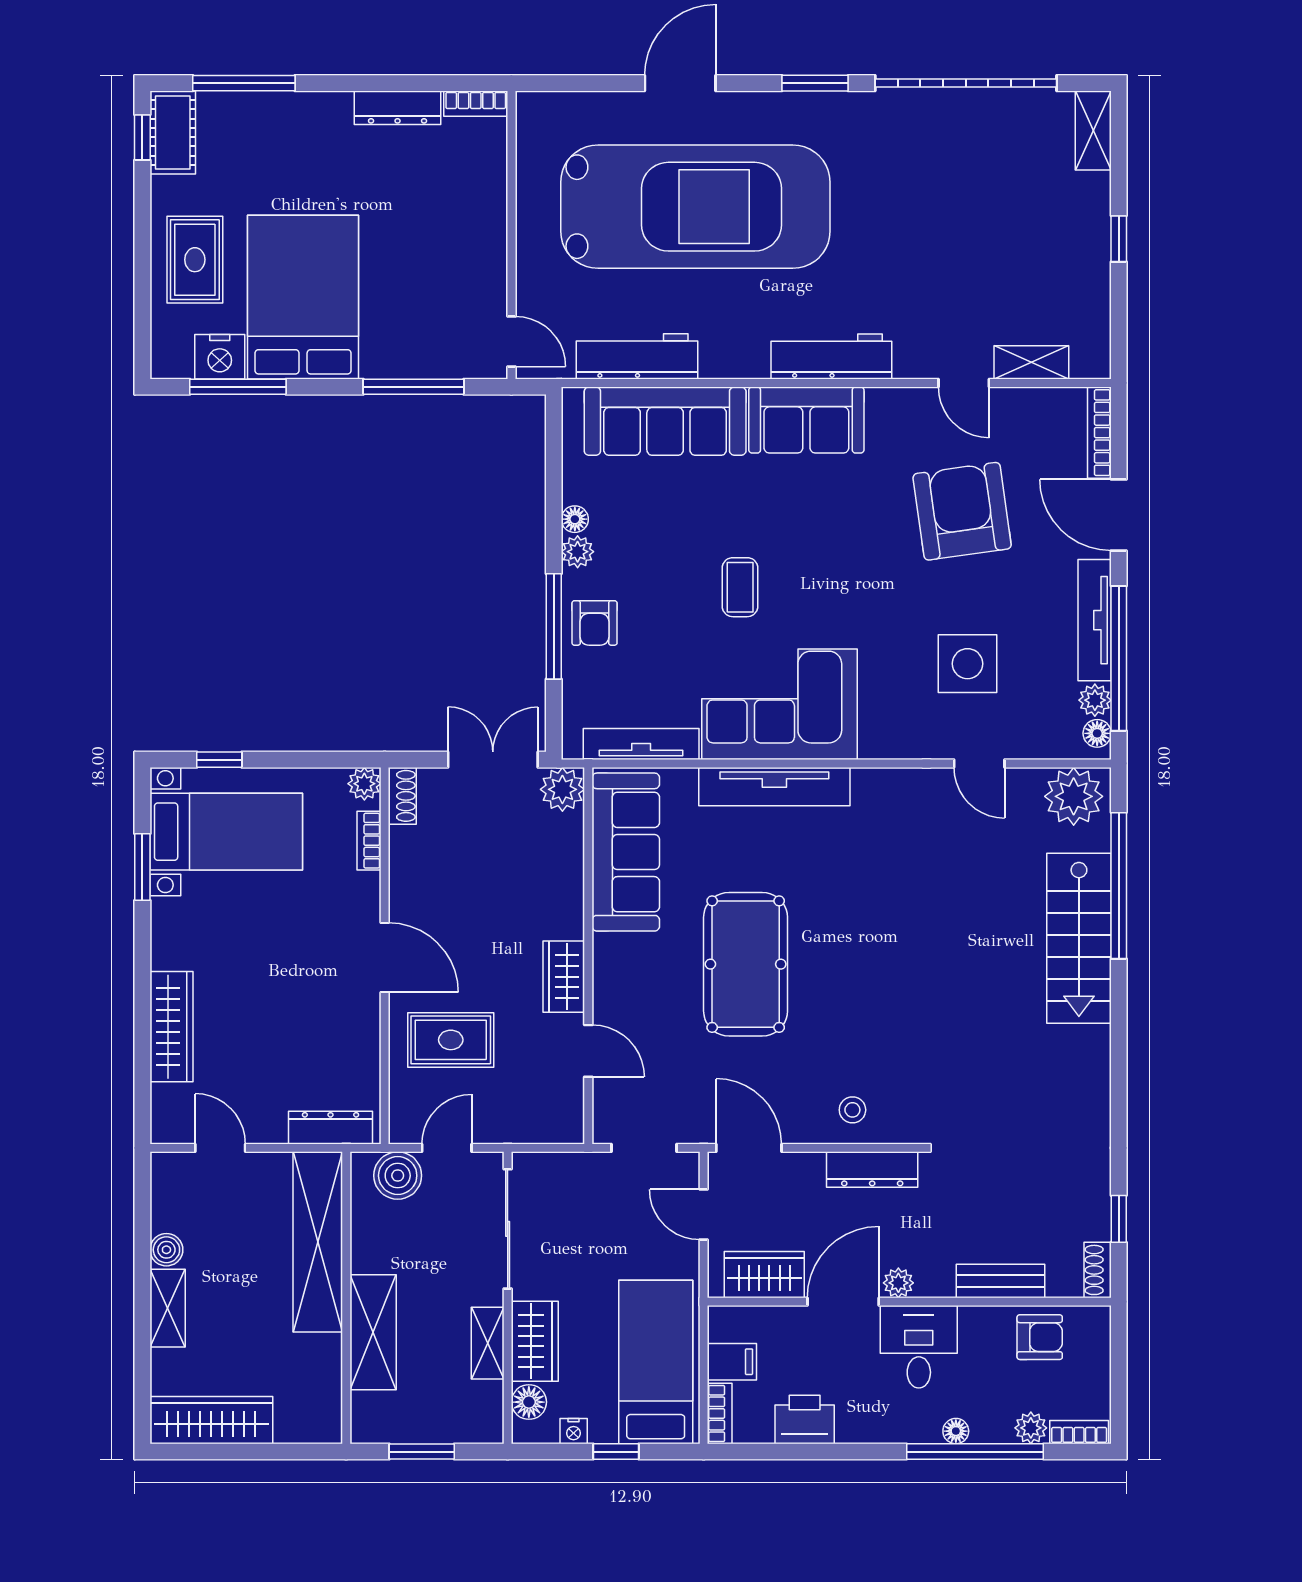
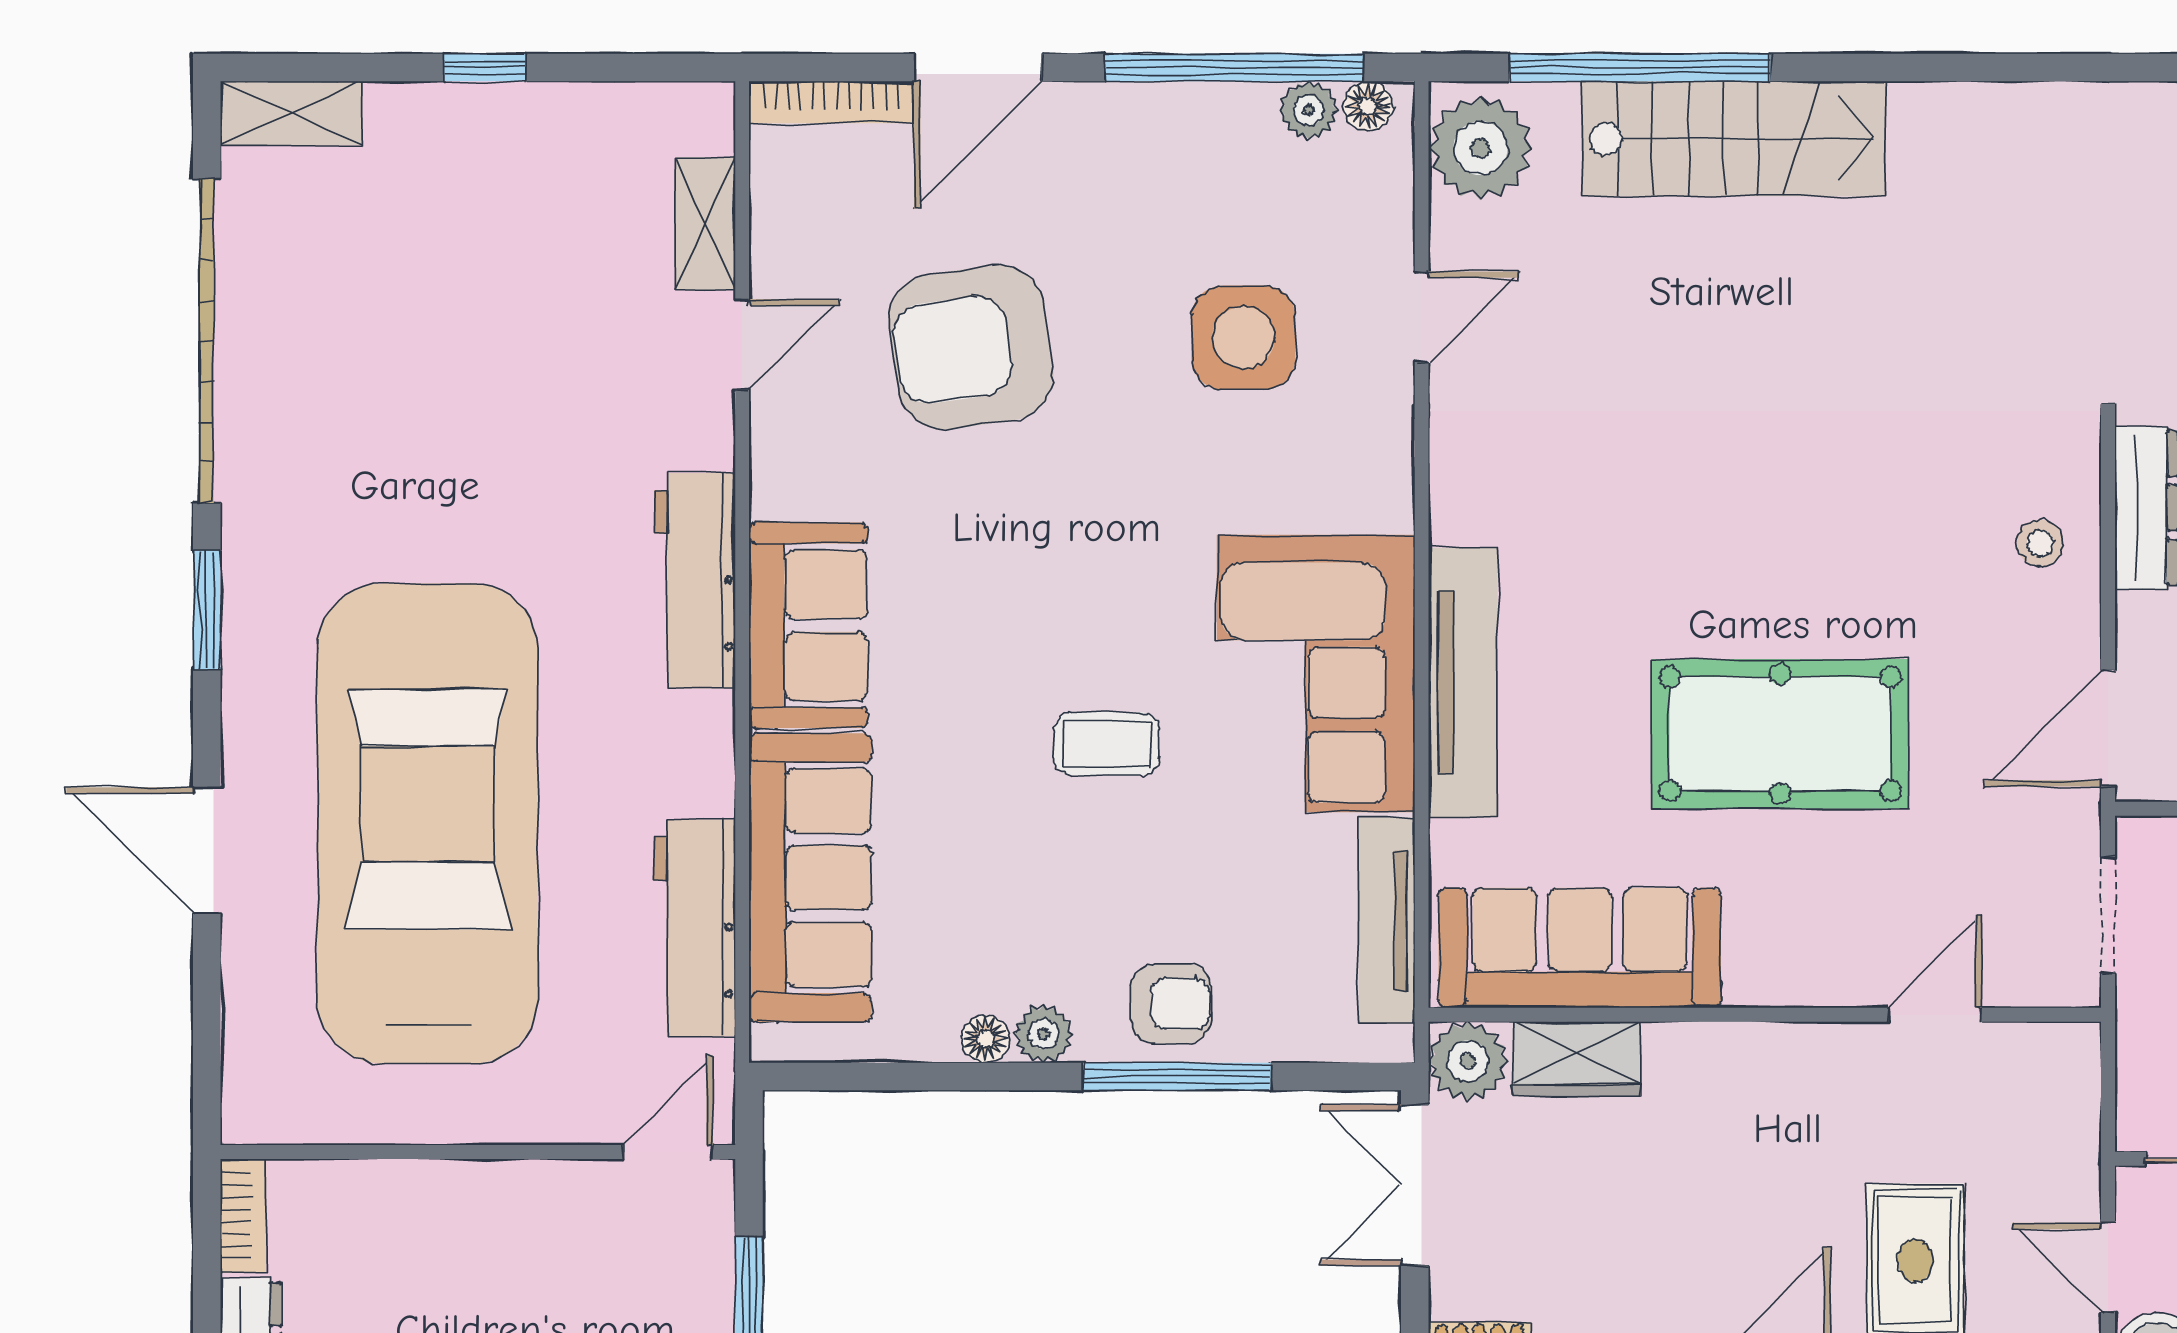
tv unit: (1095, 620) -> (1166, 111), removed
wardrobe: (564, 977) -> (1577, 1059), moved

